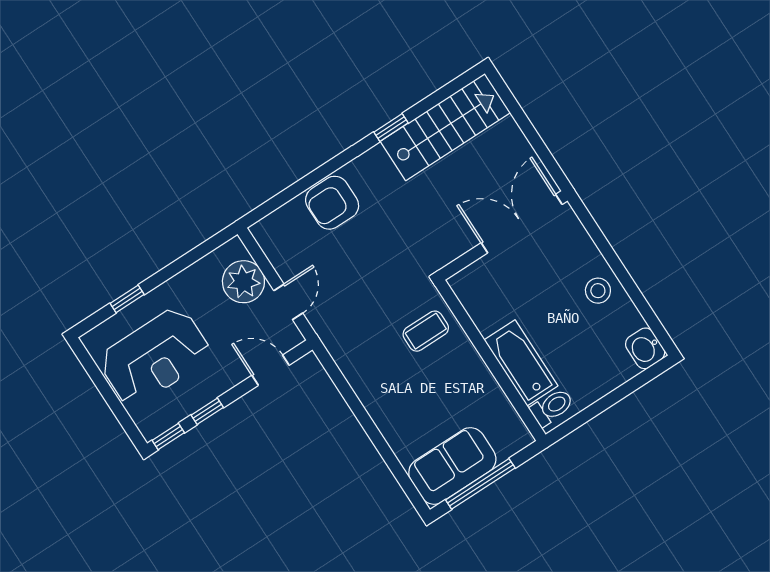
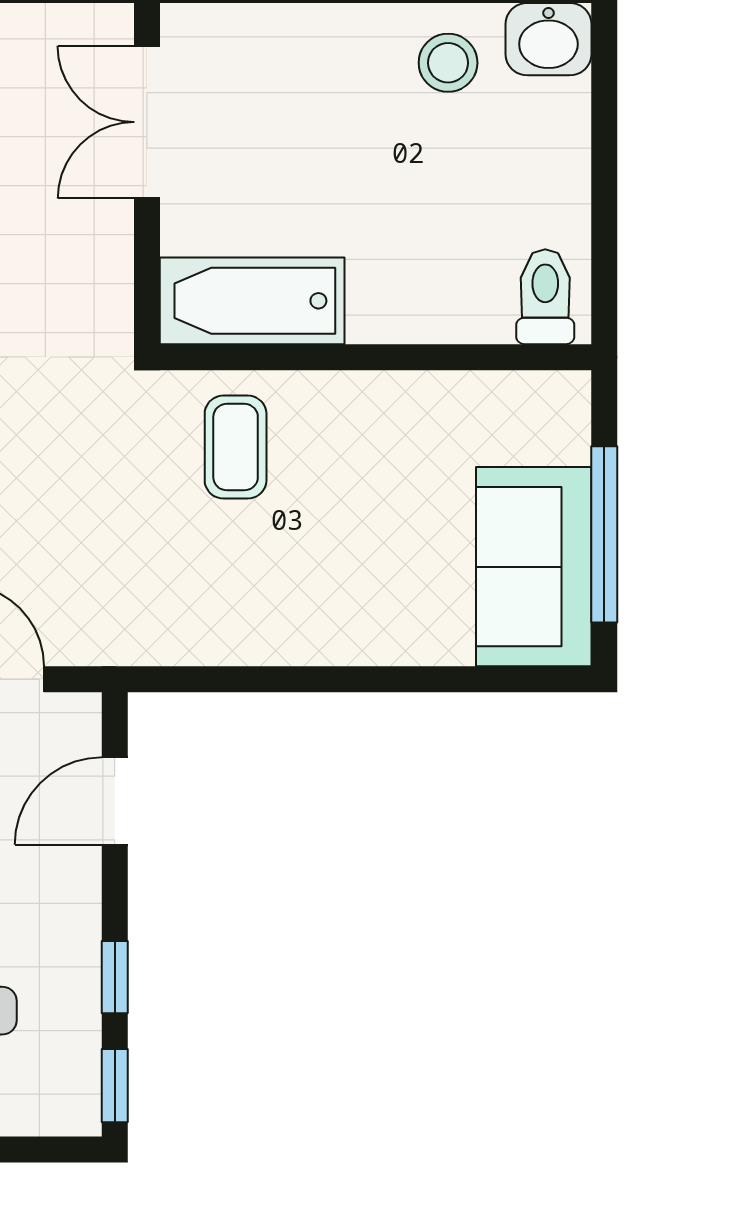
double door: (522, 224) -> (147, 122), width x0.73
stool: (598, 291) -> (448, 63), moved
bathtub: (521, 363) -> (252, 301), moved

